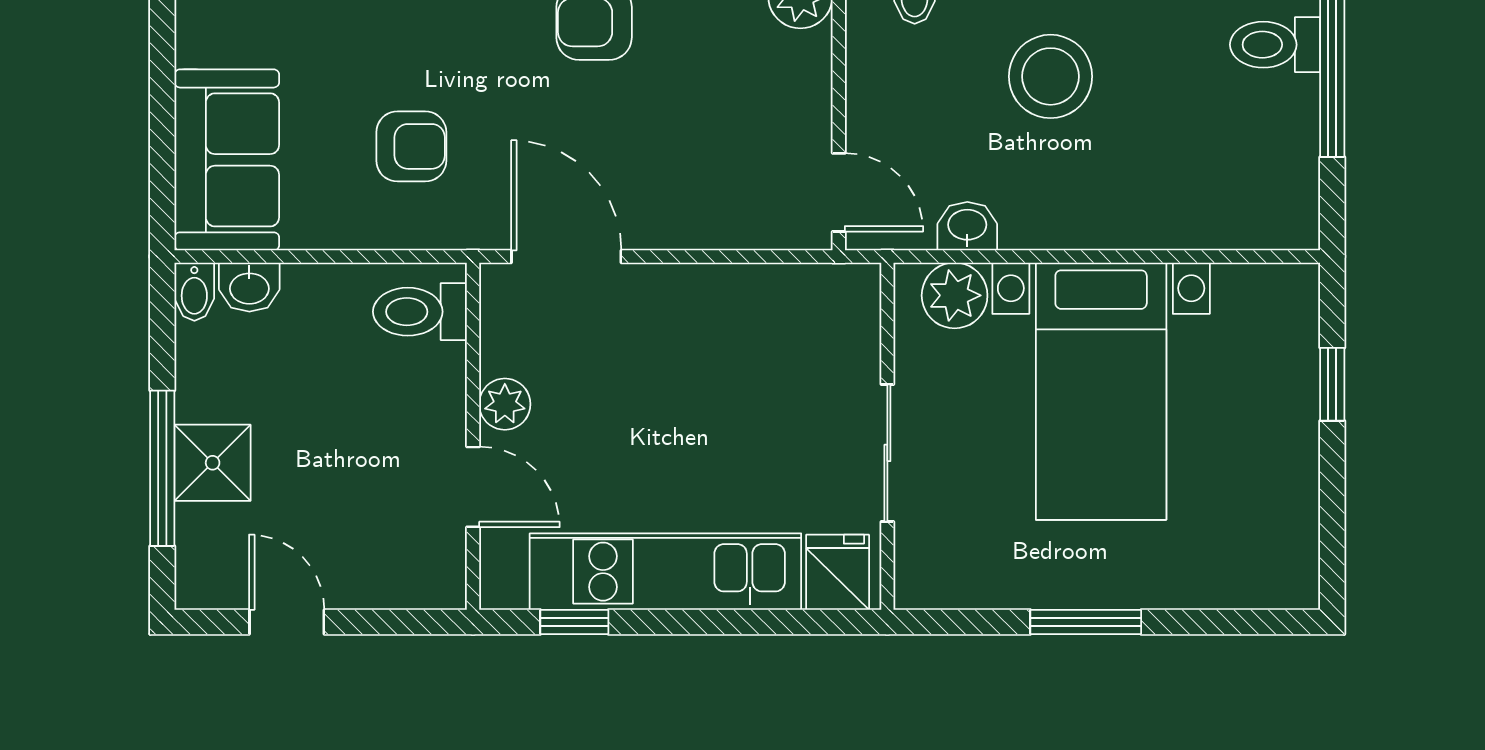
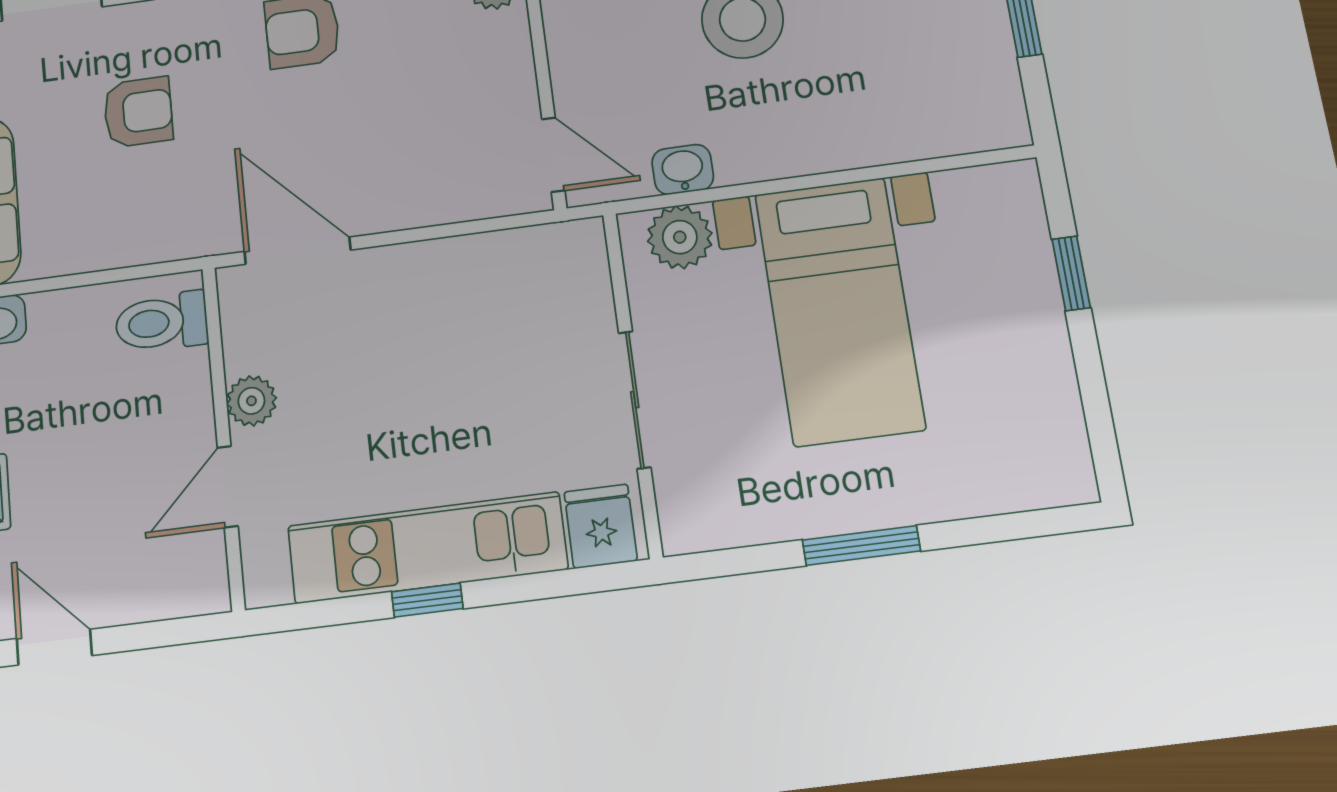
armchair: (411, 146) -> (138, 112), moved
door: (473, 487) -> (228, 487), swing flipped
window: (574, 622) -> (427, 600), moved

